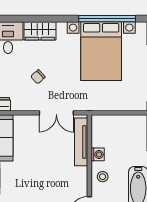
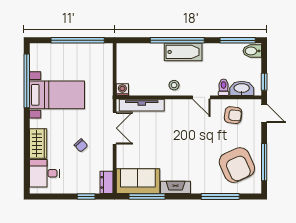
bed with nightstands: (101, 51) -> (57, 95), width x0.73
washing machine: (98, 154) -> (122, 90), moved

